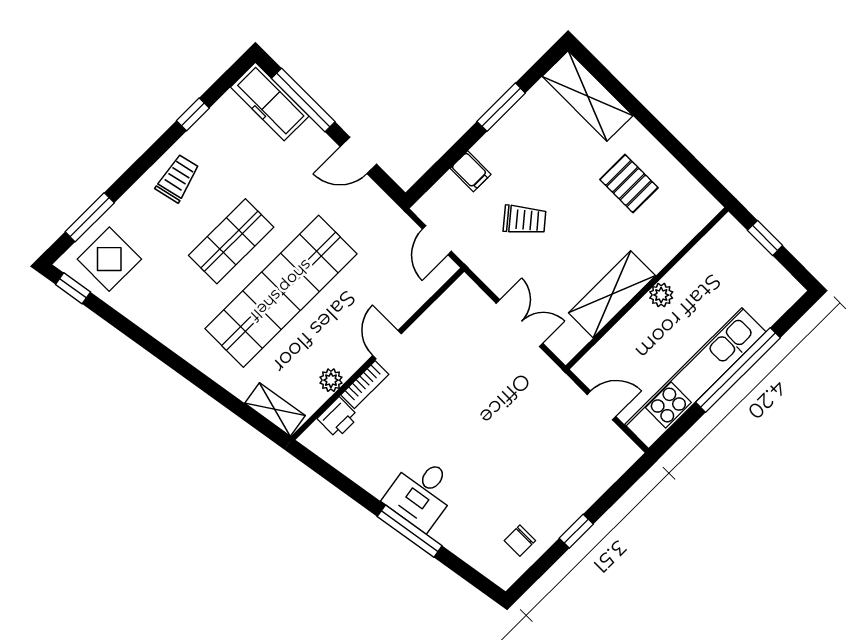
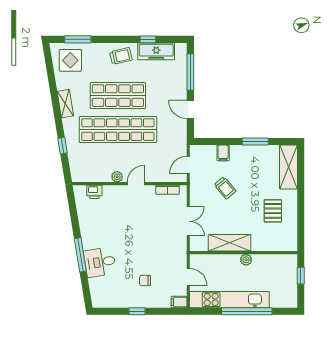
freezer: (270, 102) -> (156, 51), moved, turned -90
shop shelf: (231, 241) -> (118, 96), width x1.43, depth x1.36
window: (73, 288) -> (62, 146), moved
plant: (331, 380) -> (117, 177), moved
bookcase: (365, 385) -> (167, 190), moved
shelving: (275, 409) -> (65, 104), moved
filing cabinet: (625, 456) -> (179, 302), added
desk: (421, 493) -> (100, 262), moved
chair: (520, 541) -> (145, 280), moved

